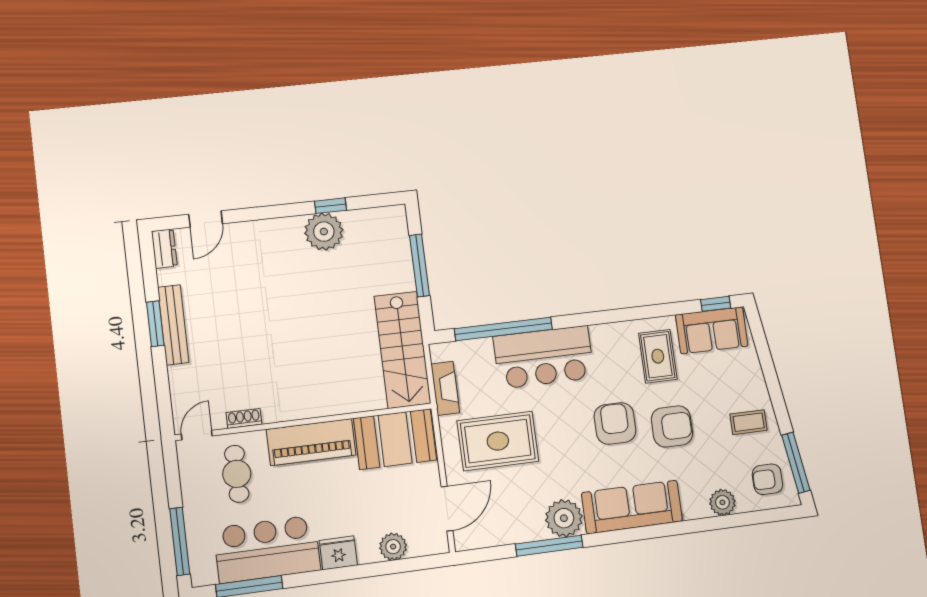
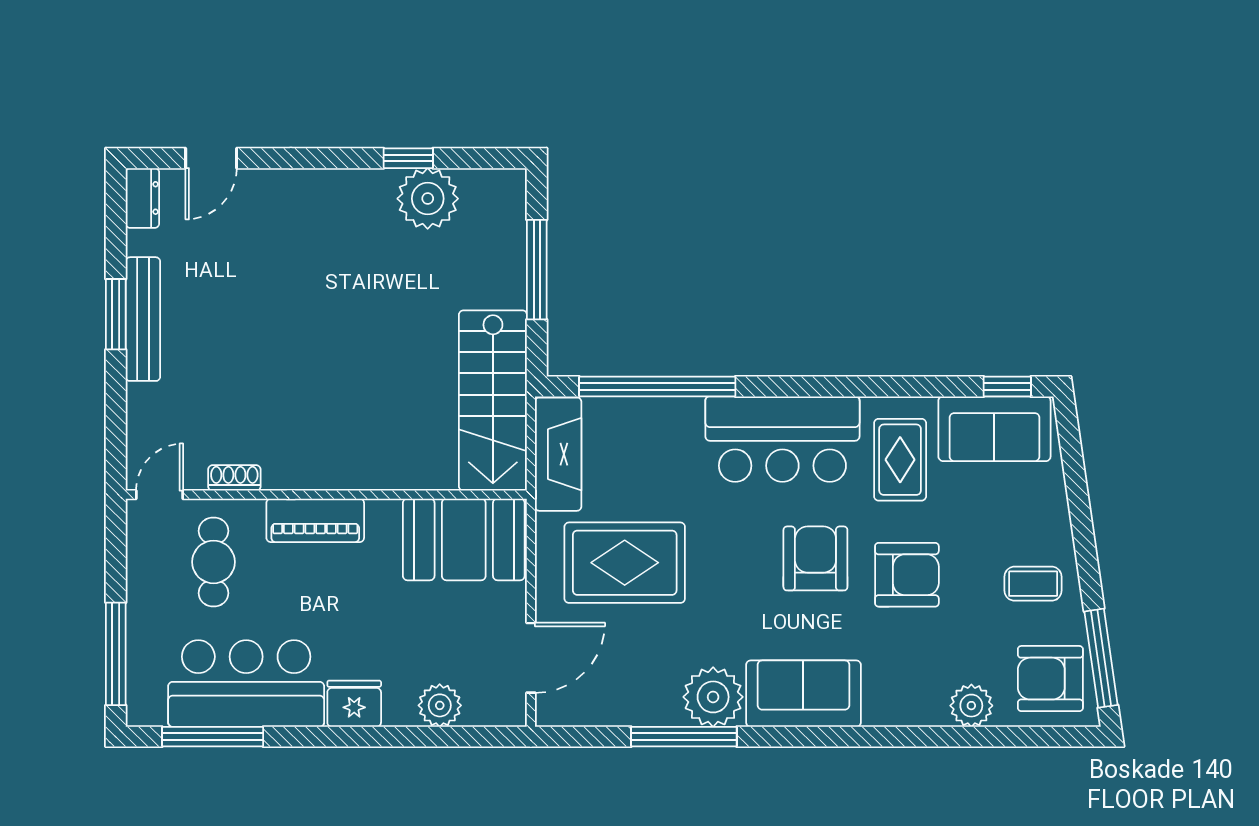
plant: (324, 232) -> (428, 199), moved
bar counter: (544, 357) -> (782, 439), moved
fireplace: (445, 388) -> (558, 454), width x1.37, depth x1.32
piano: (311, 442) -> (315, 520), width x0.73, depth x0.75
armchair: (767, 479) -> (1050, 679), width x1.38, depth x1.38
sofa: (632, 507) -> (803, 694), width x0.73

